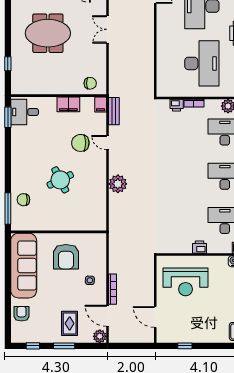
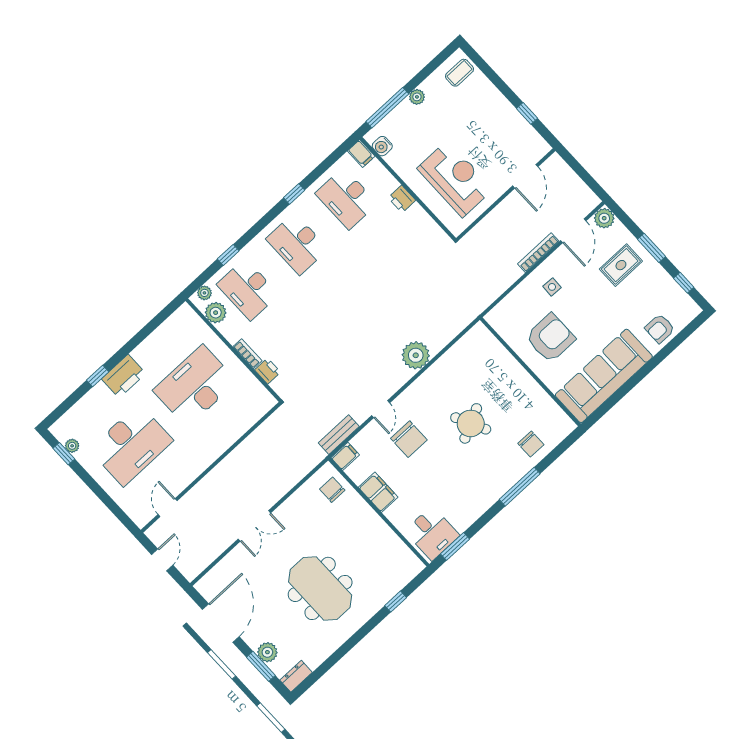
window: (8, 208) -> (520, 487), moved

